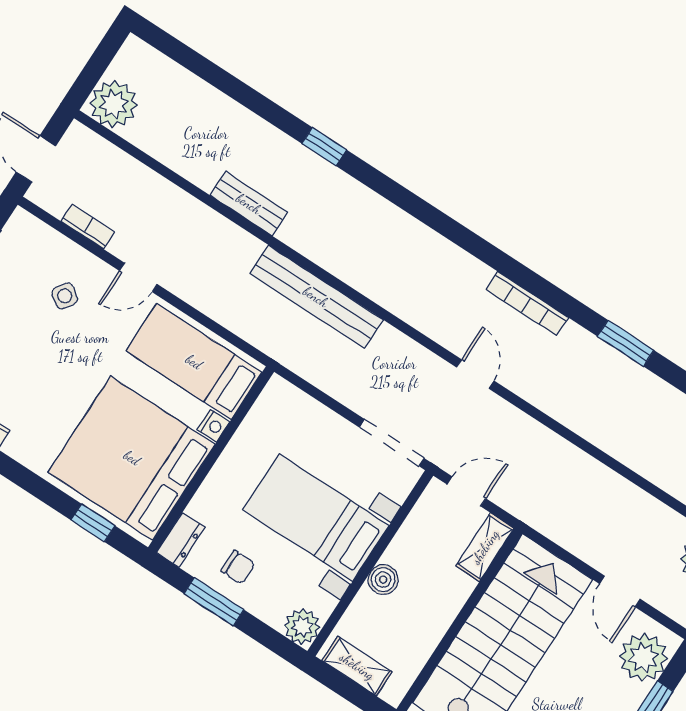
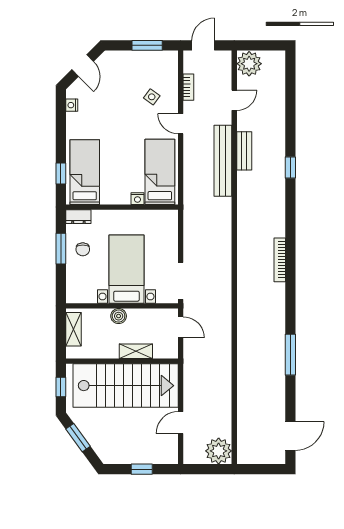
bench: (316, 297) -> (223, 161), moved
bookcase: (527, 304) -> (280, 260), moved
window: (626, 343) -> (290, 355), width x1.44
door: (475, 374) -> (234, 100), moved
bed: (132, 458) -> (85, 172), width x0.49
shelving: (485, 547) -> (136, 351), moved
plant: (302, 627) -> (75, 294), removed
plant: (643, 657) -> (159, 452), removed

